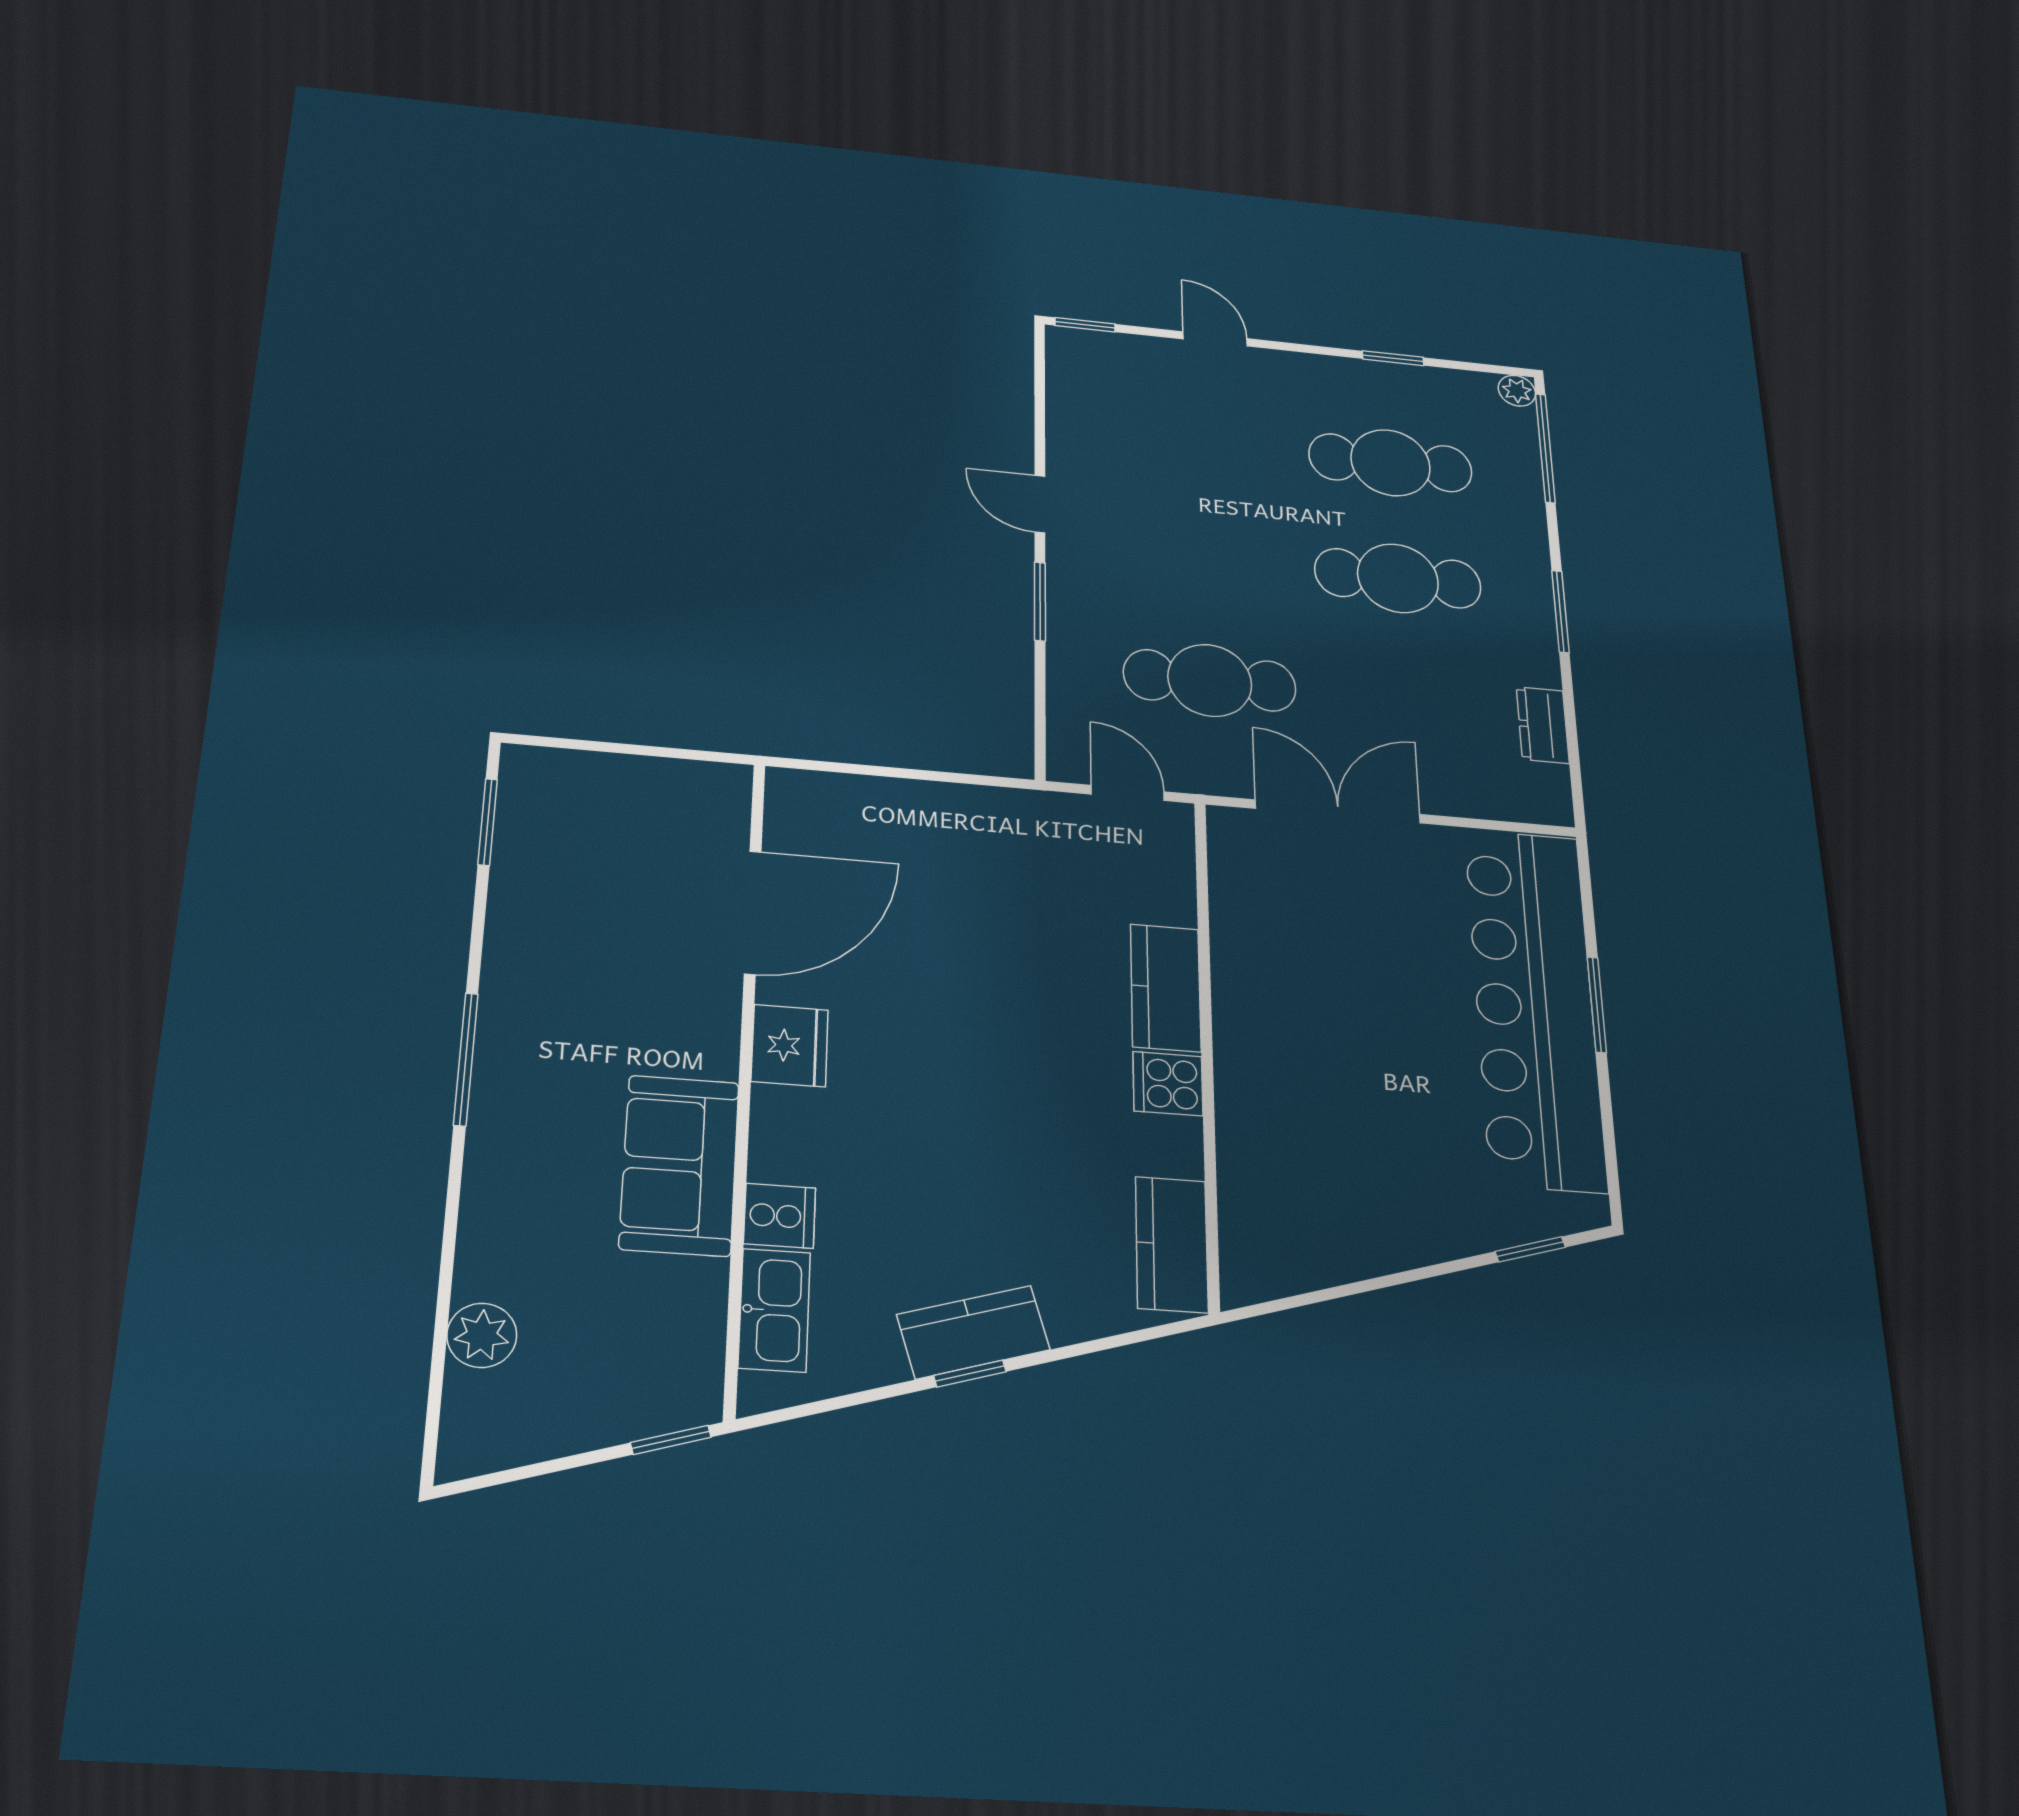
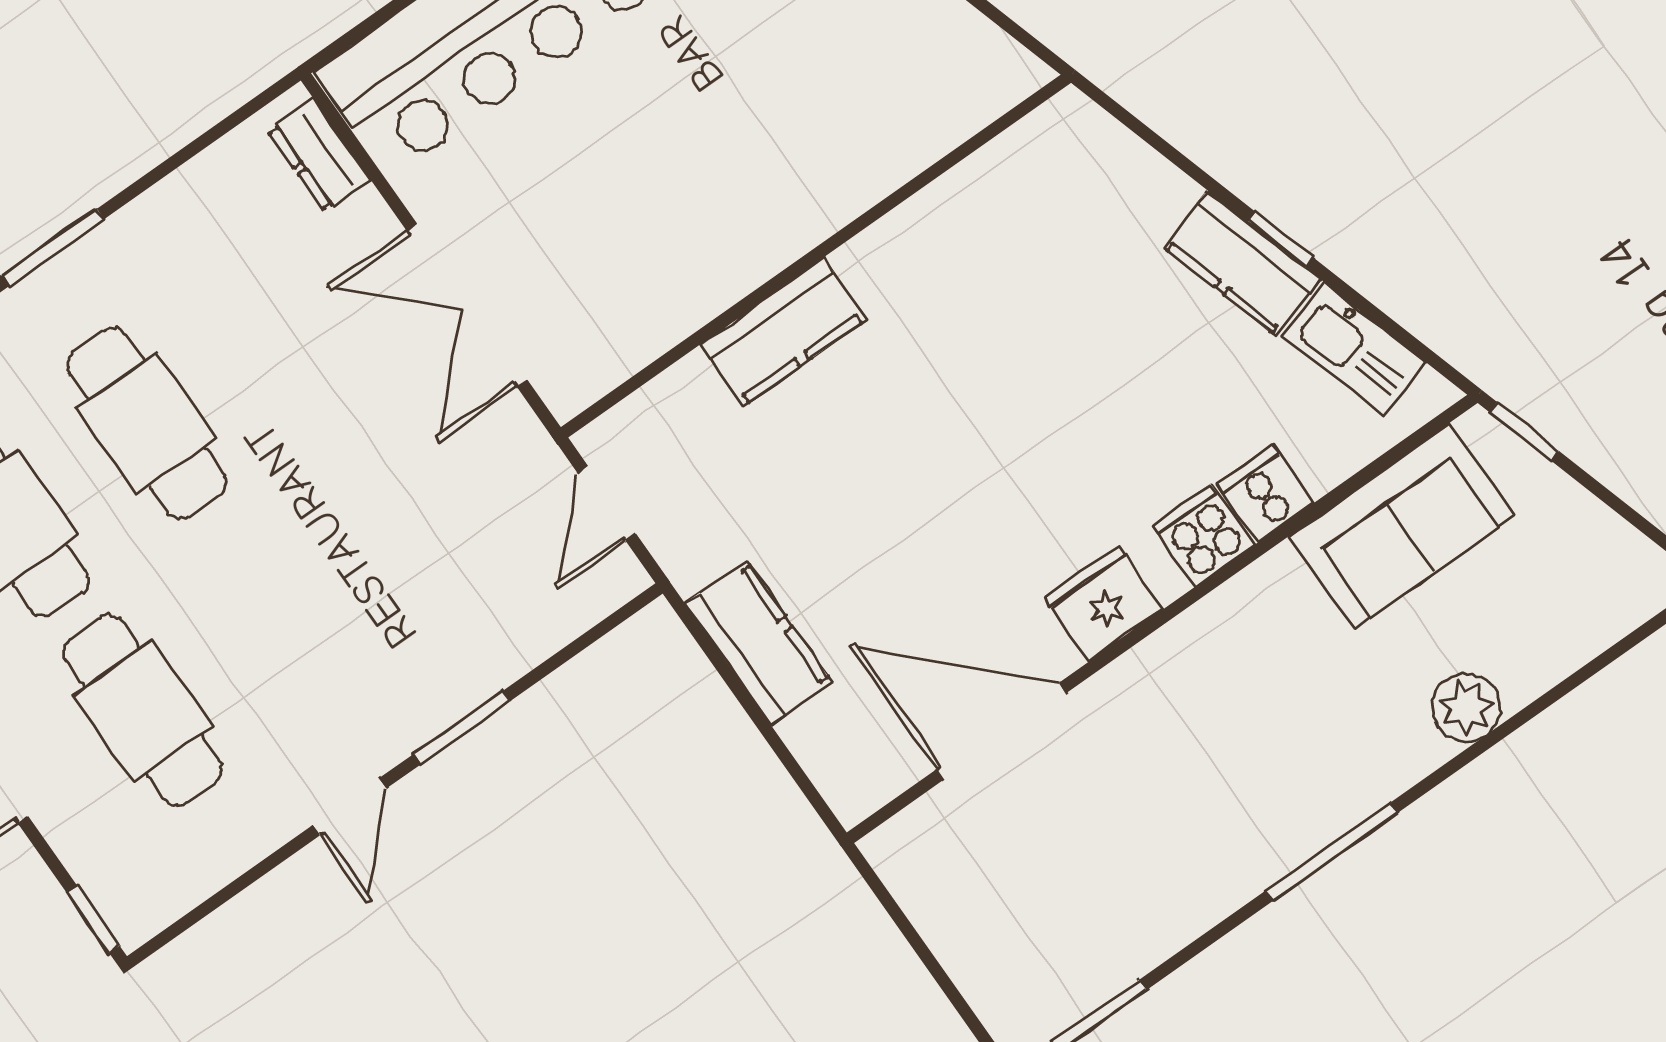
cafe table: (1210, 680) -> (143, 711), moved
dresser: (1543, 725) -> (319, 155), moved, turned 90
cooker: (1168, 1084) -> (1203, 535), moved, turned 180
sofa: (679, 1165) -> (1402, 526), moved
kitchen counter: (1172, 1244) -> (758, 643), moved, turned -90
kitchen sink: (774, 1310) -> (1354, 349), moved, turned -107
plant: (482, 1335) -> (1466, 707), moved

